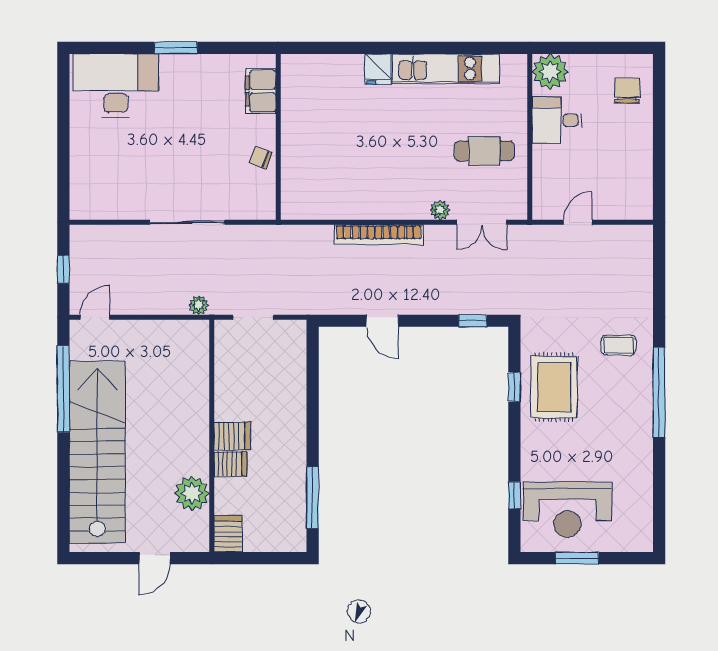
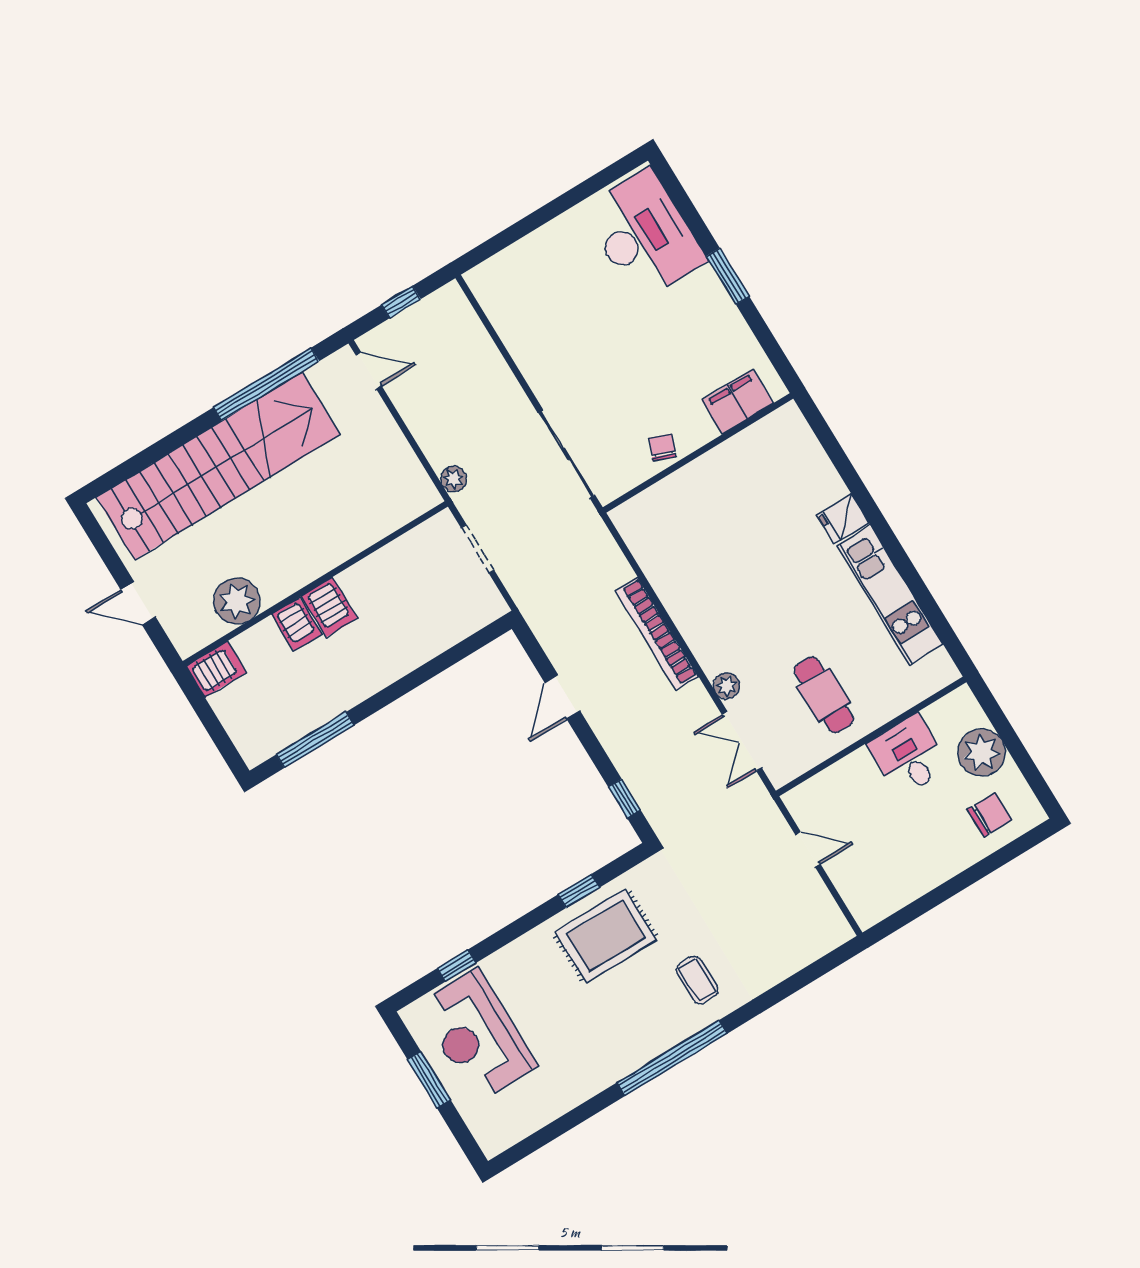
plant: (550, 72) -> (982, 752), moved
sliding door: (187, 222) -> (566, 454), moved

